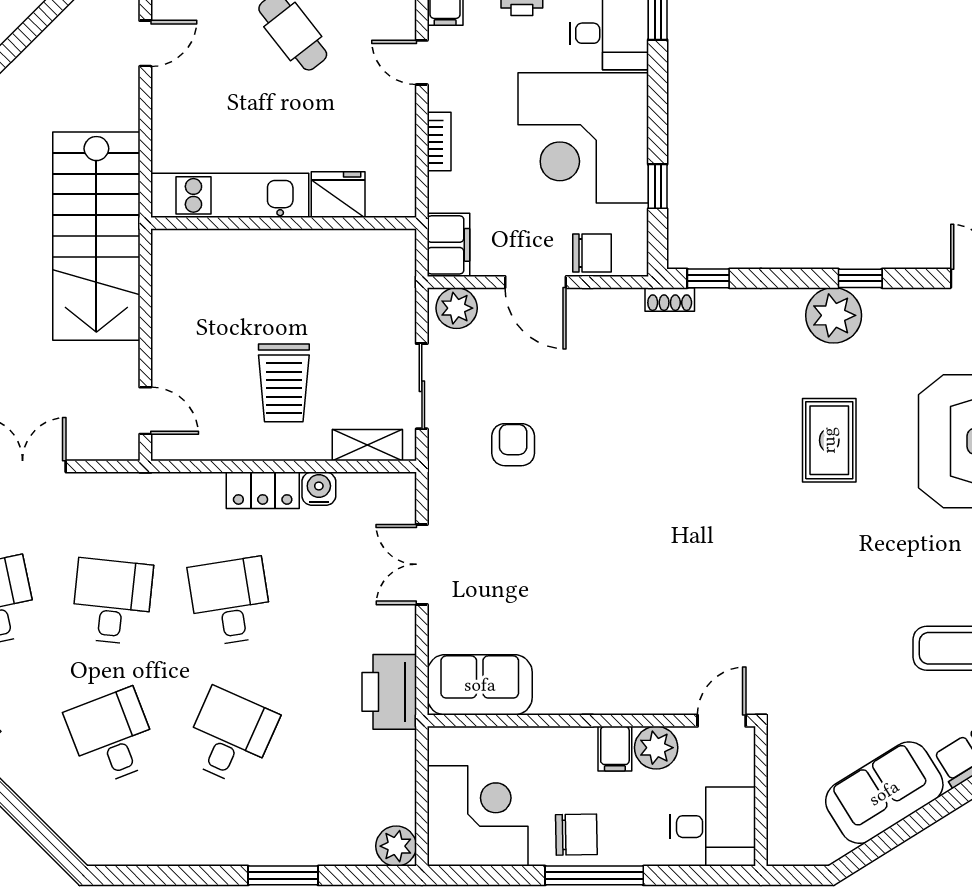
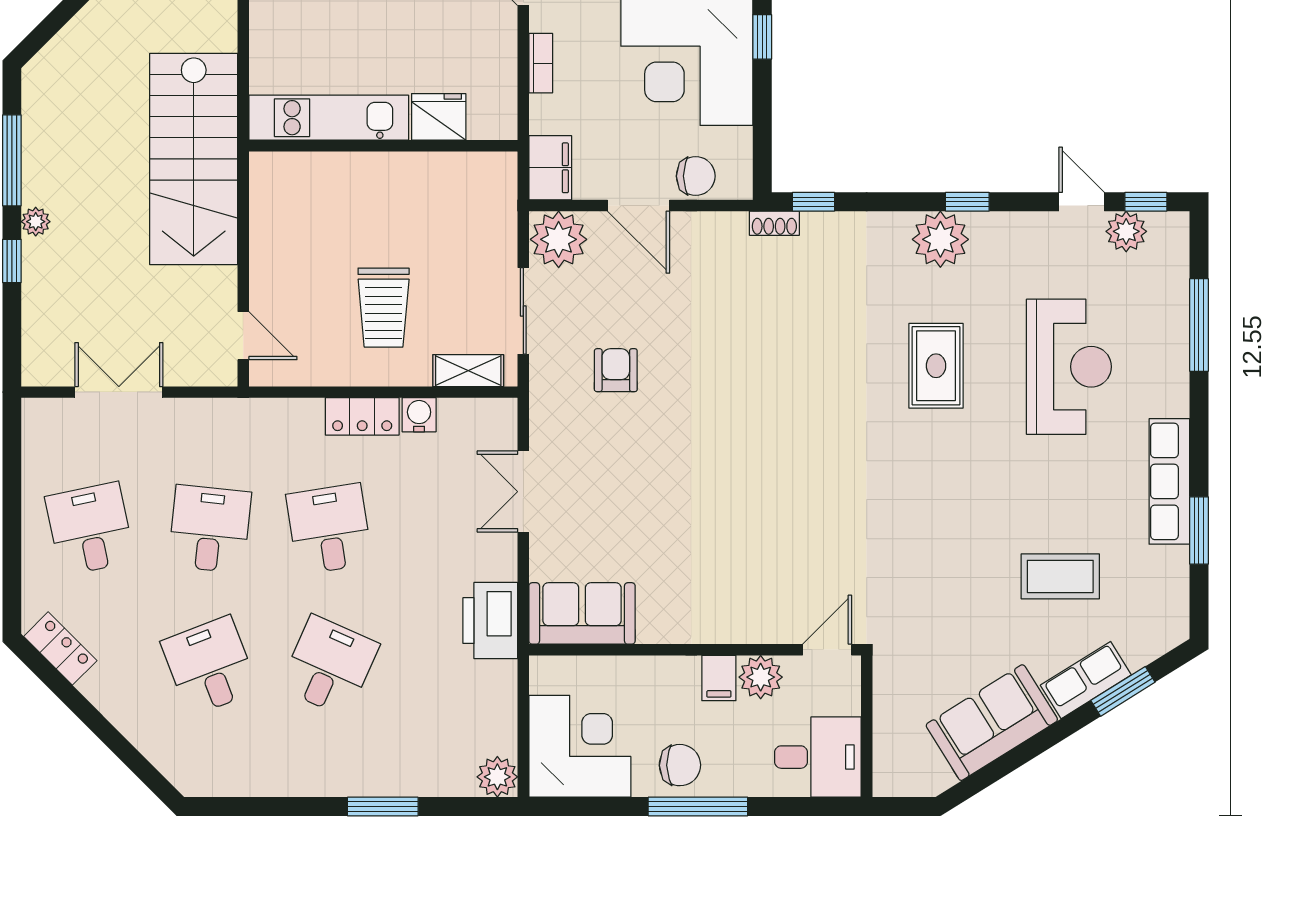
window: (658, 186) -> (762, 37), moved
plant: (457, 308) -> (559, 239), width x1.36, depth x1.36

